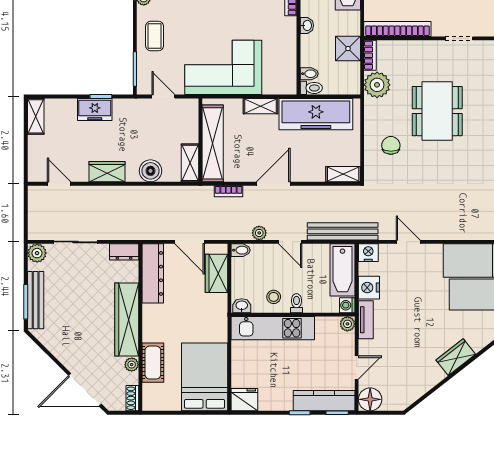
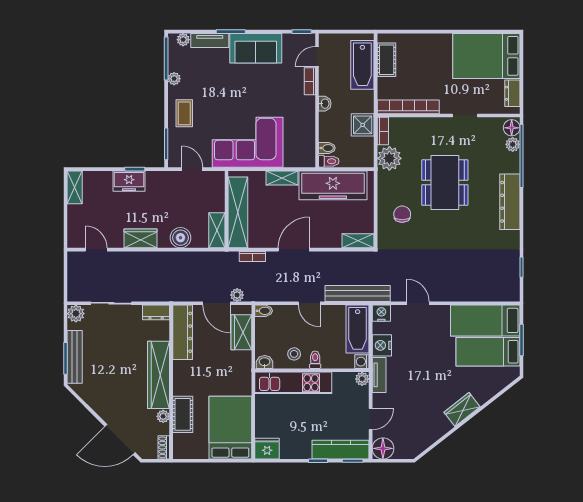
plant: (259, 233) -> (237, 295), moved

